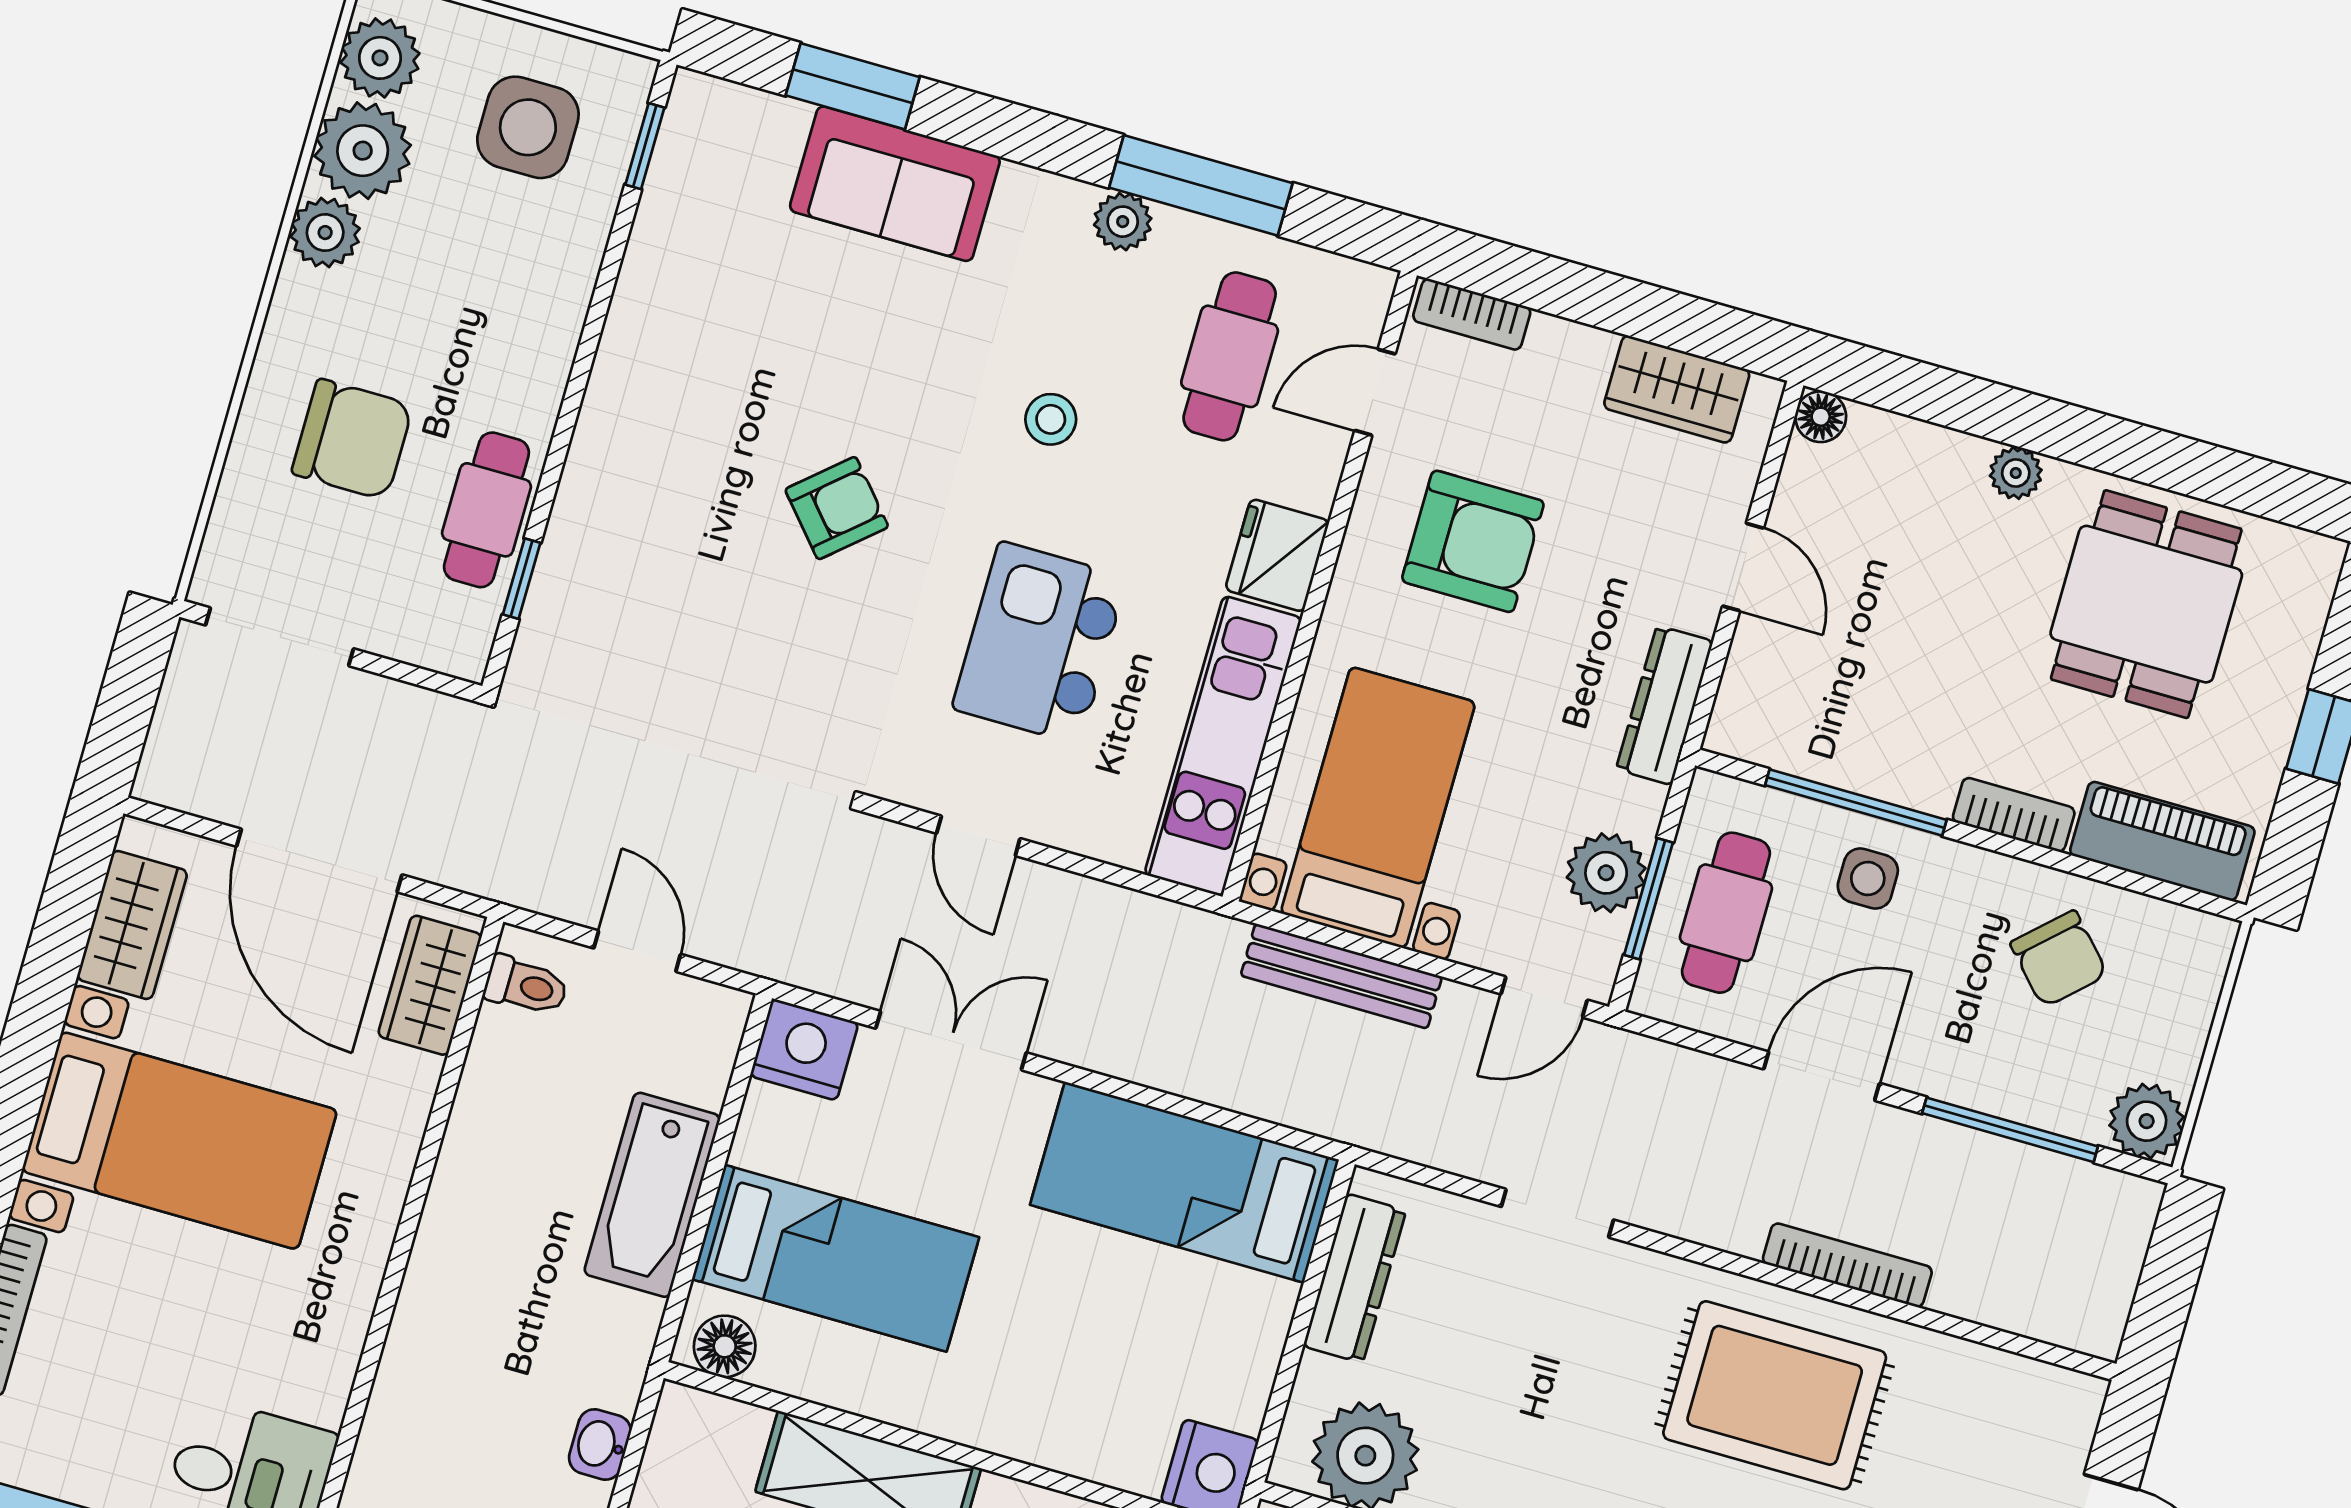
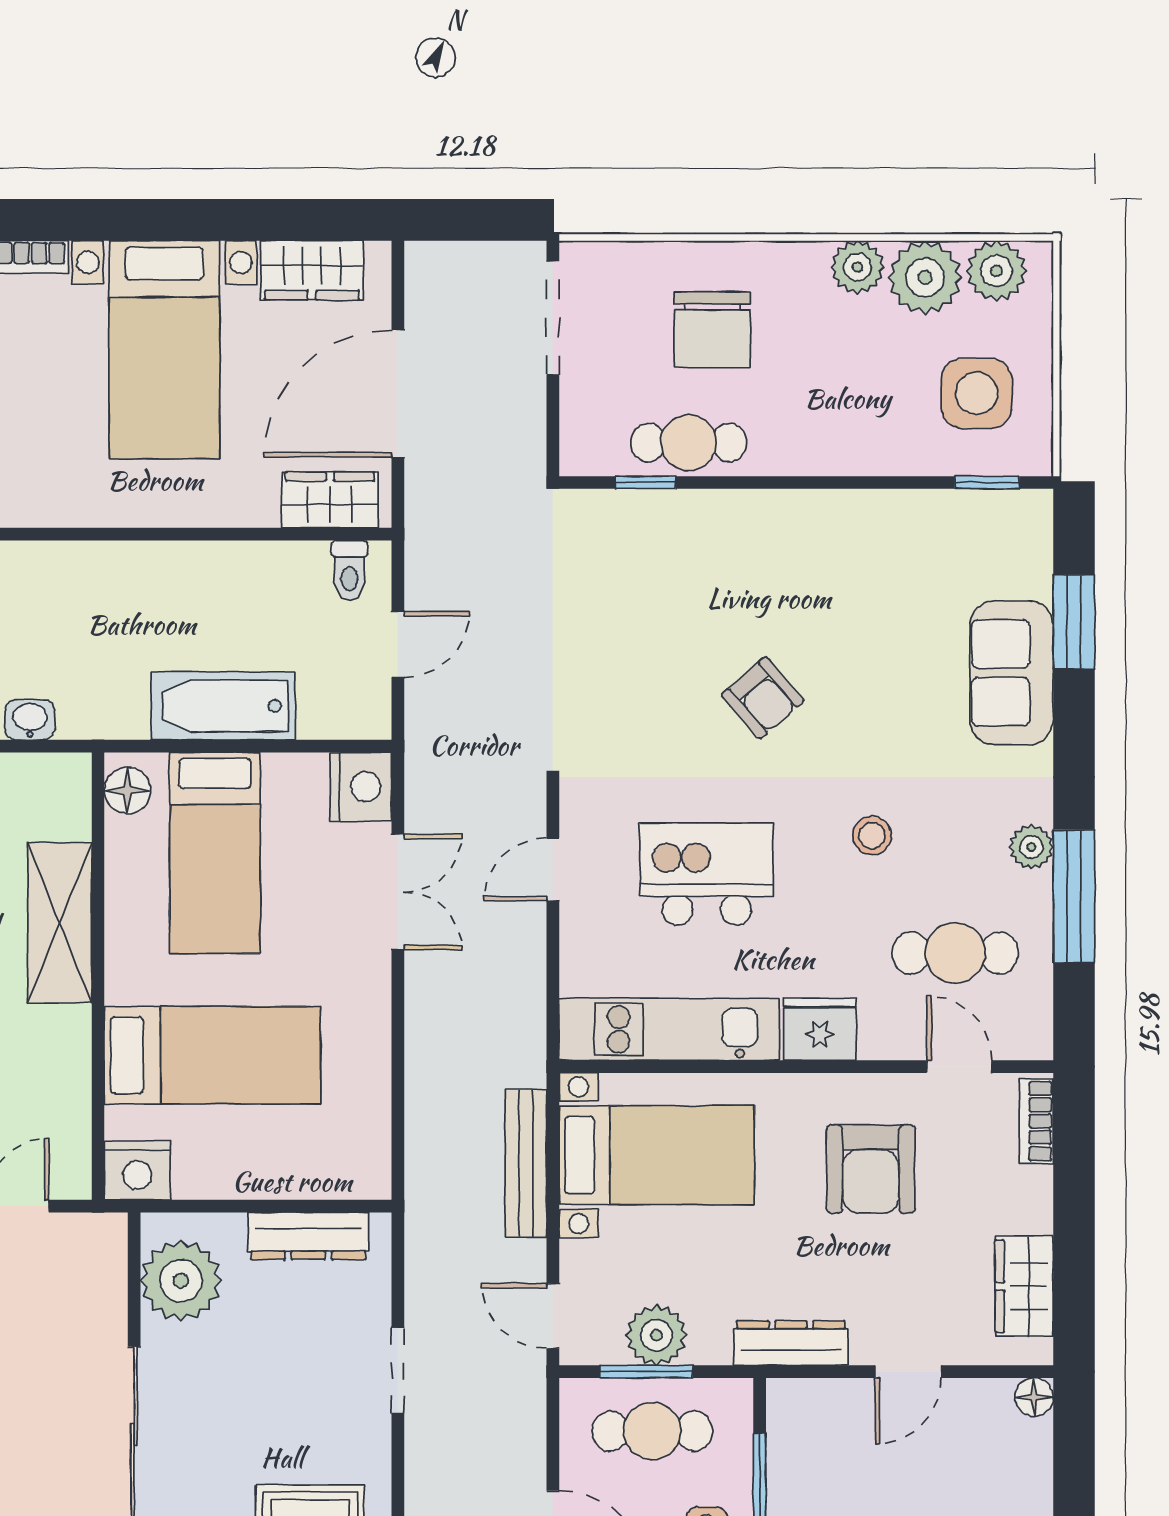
bed: (1184, 1182) -> (212, 1055), moved, turned 90

